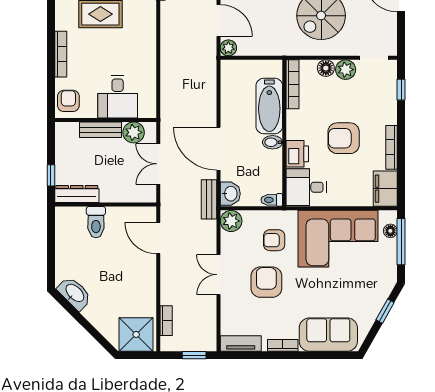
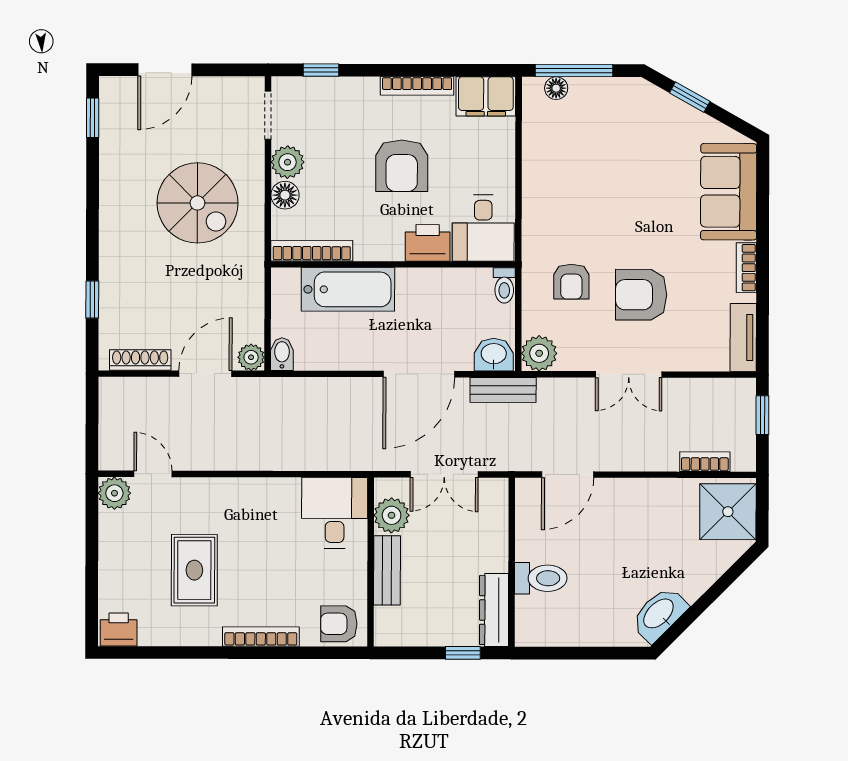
desk: (118, 97) -> (335, 513), moved, turned -90
bidet: (273, 142) -> (282, 354), moved, turned 180
corner sofa: (338, 239) -> (569, 175), removed

